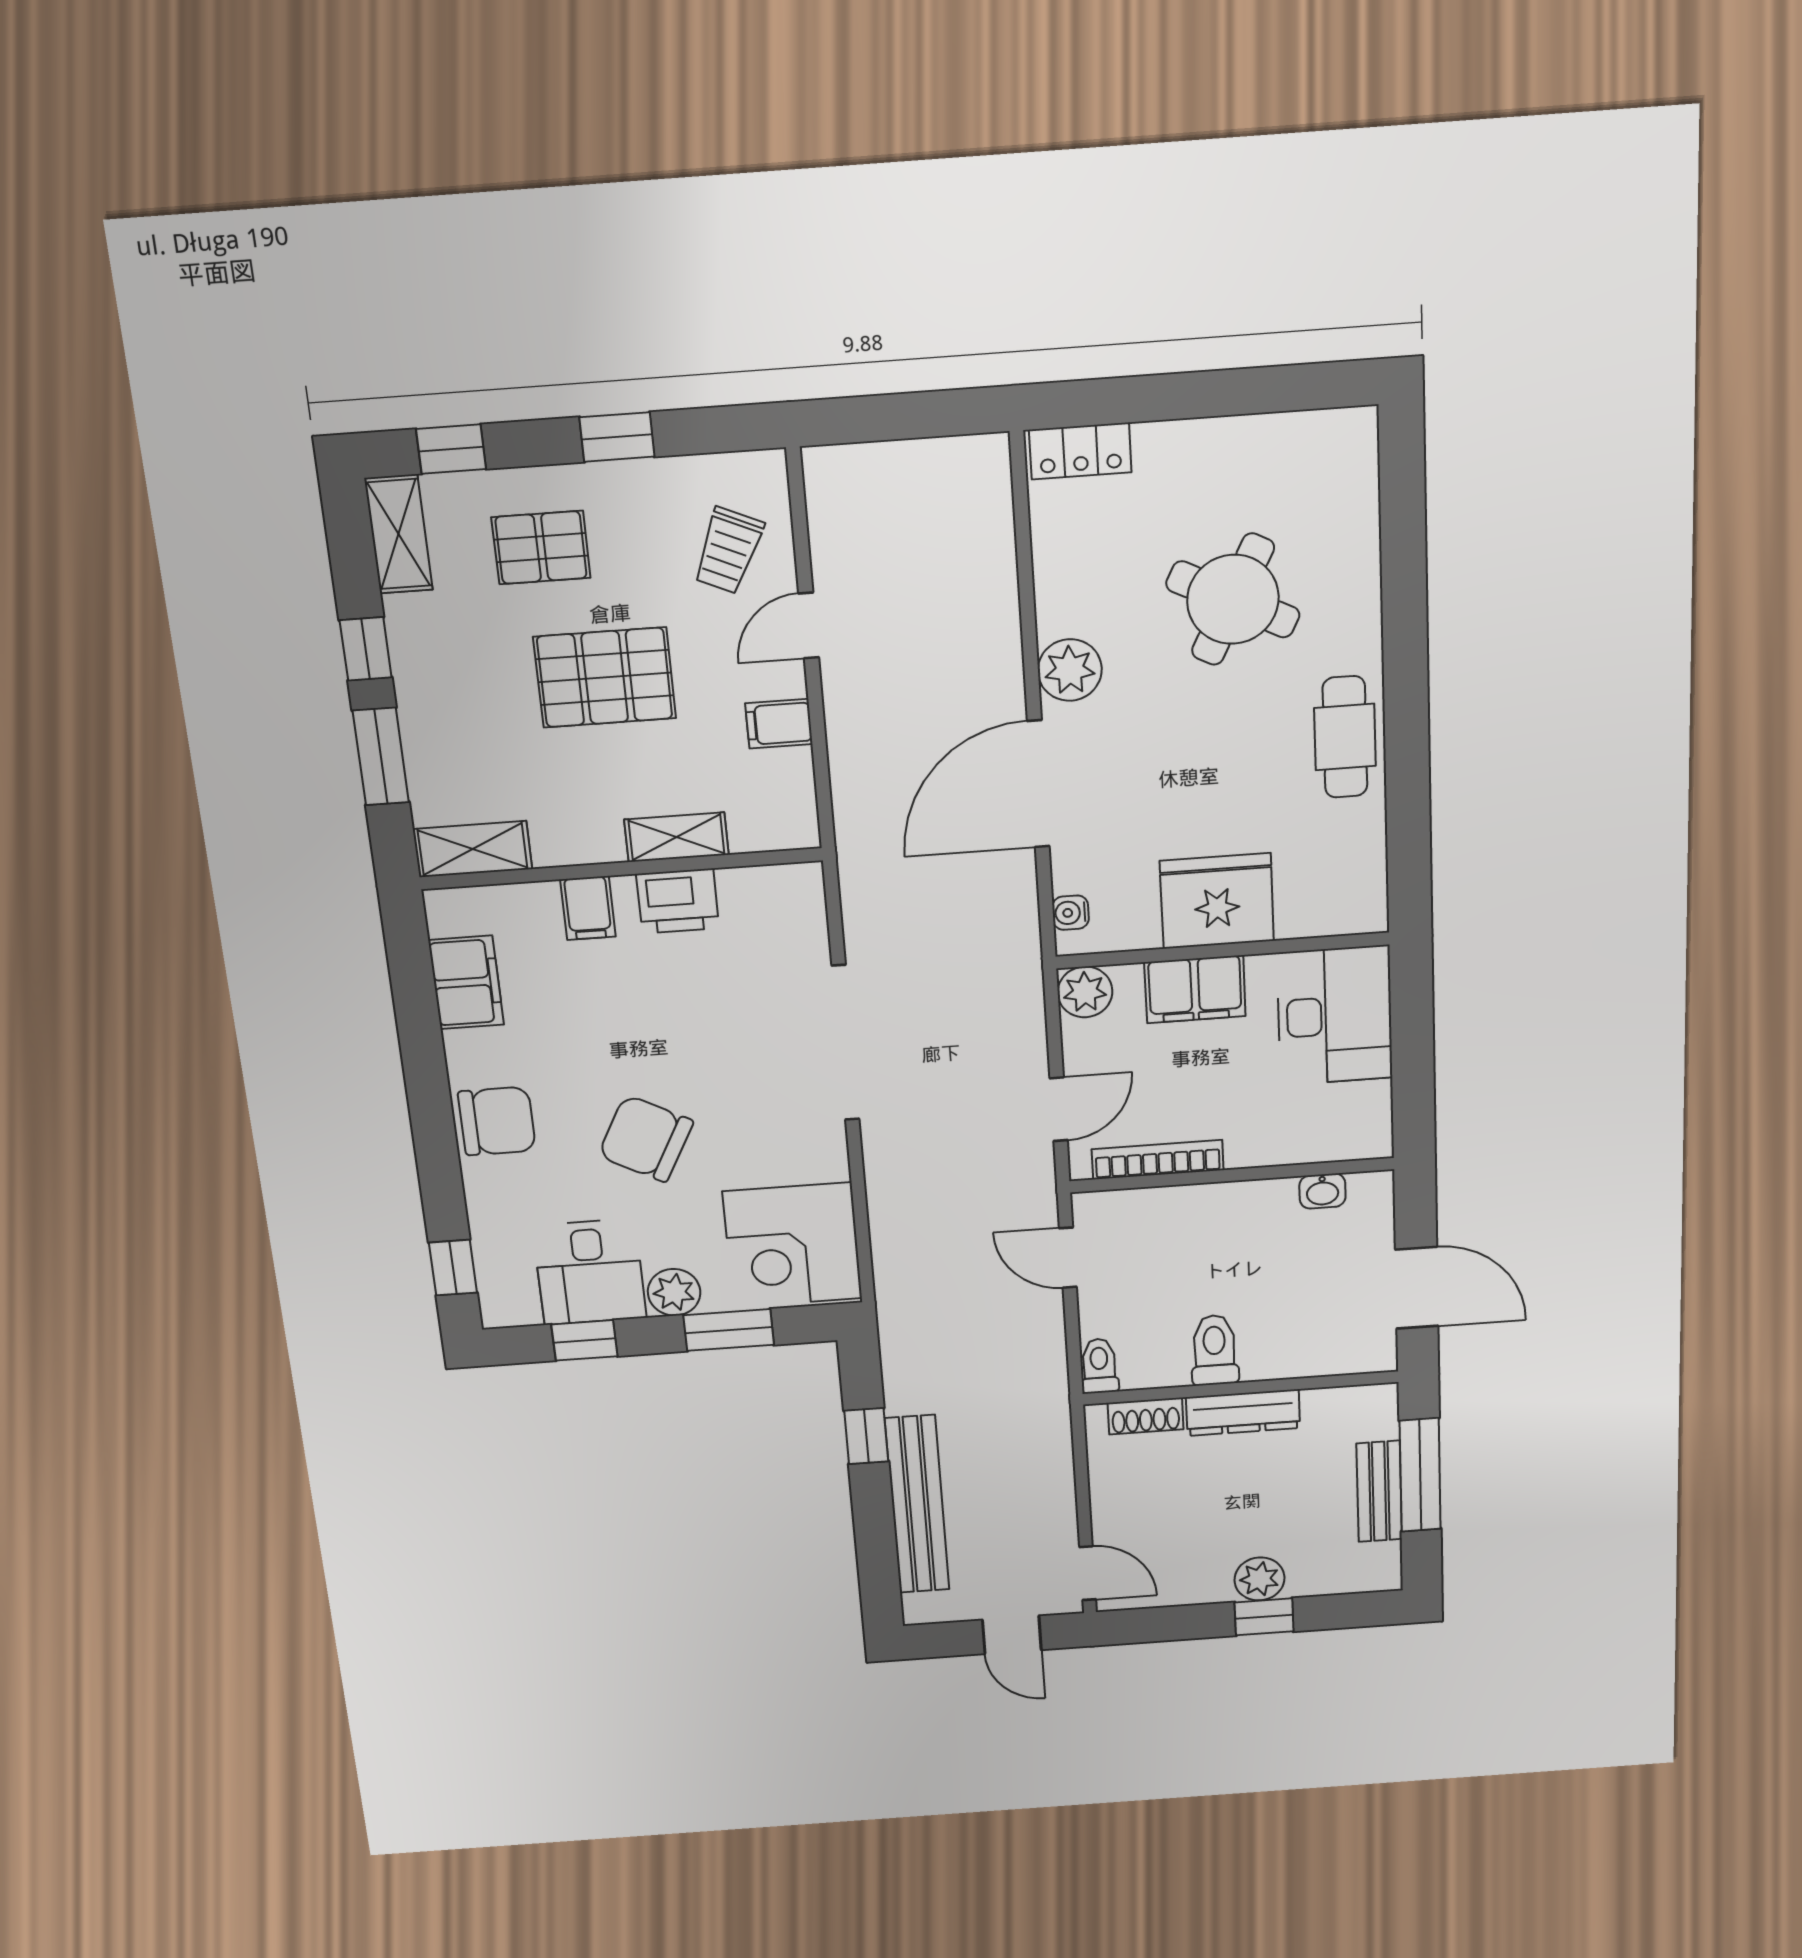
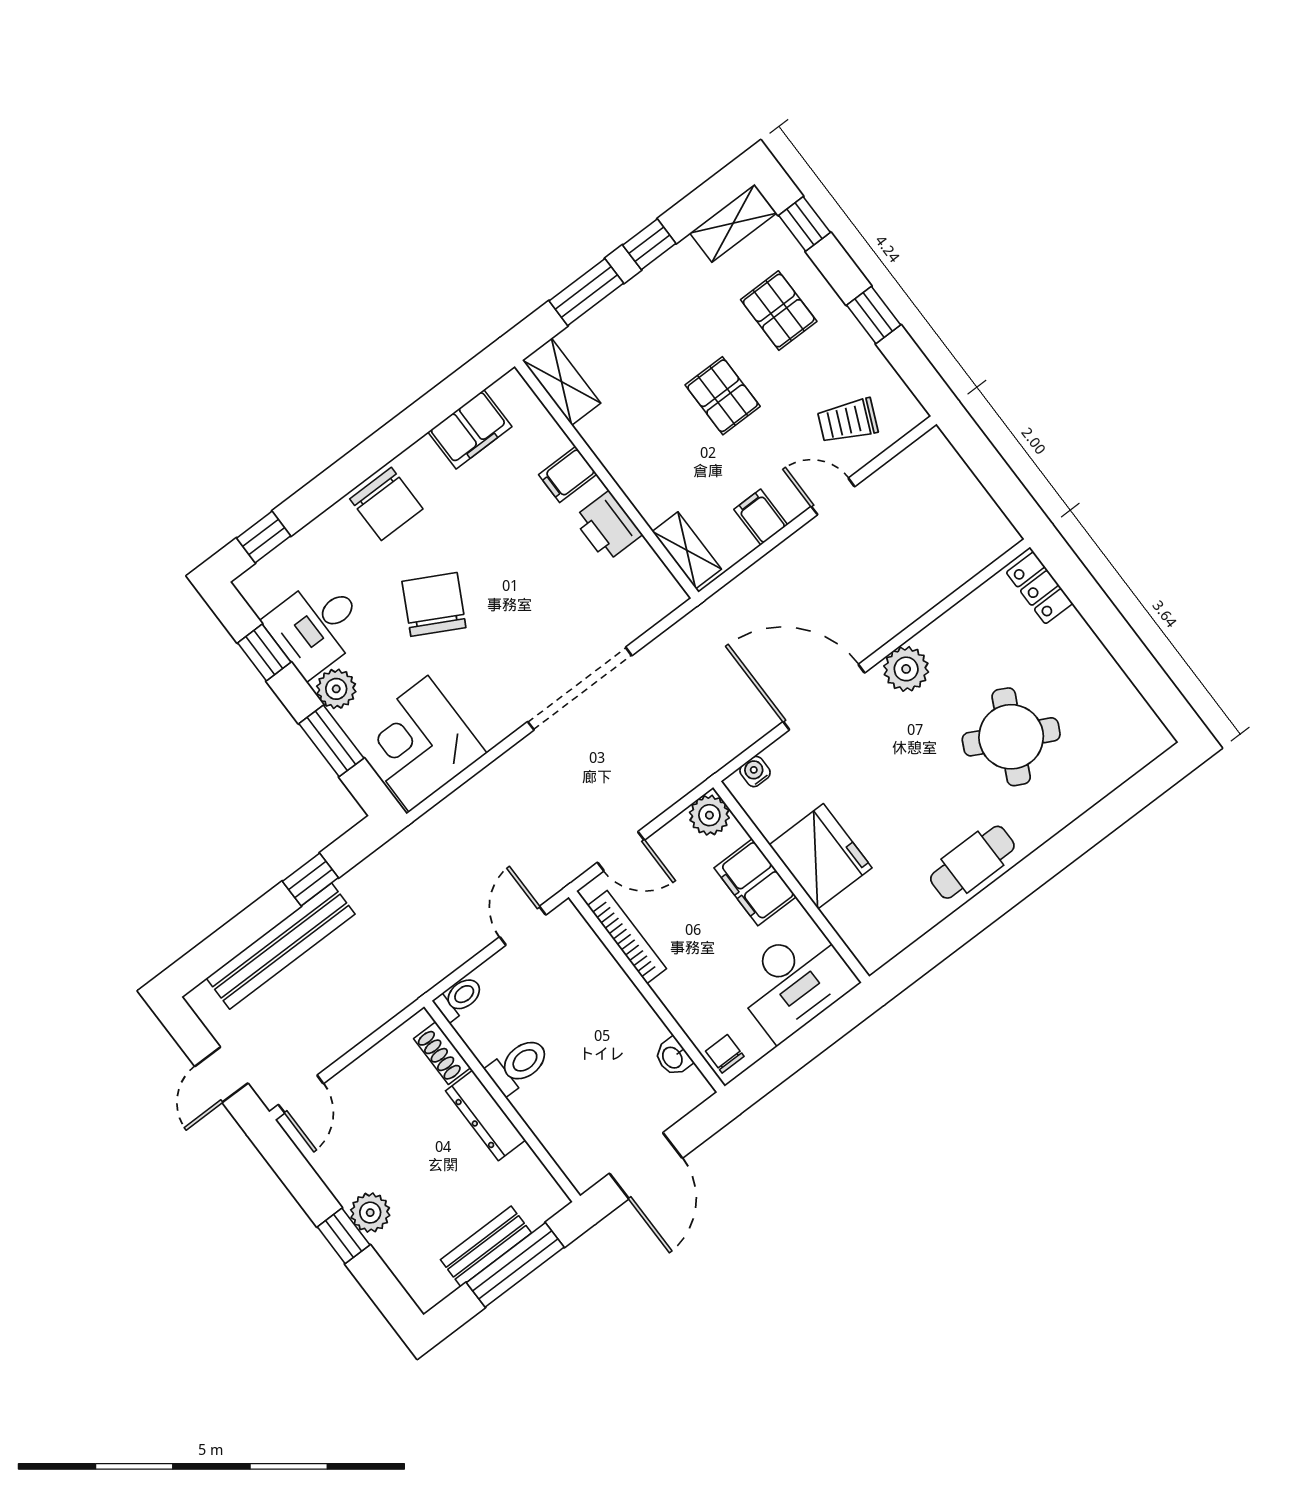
pallet: (605, 678) -> (723, 396), width x0.67, depth x0.71
shelving: (676, 837) -> (687, 550), moved
chair: (1359, 1136) -> (725, 1054), added

